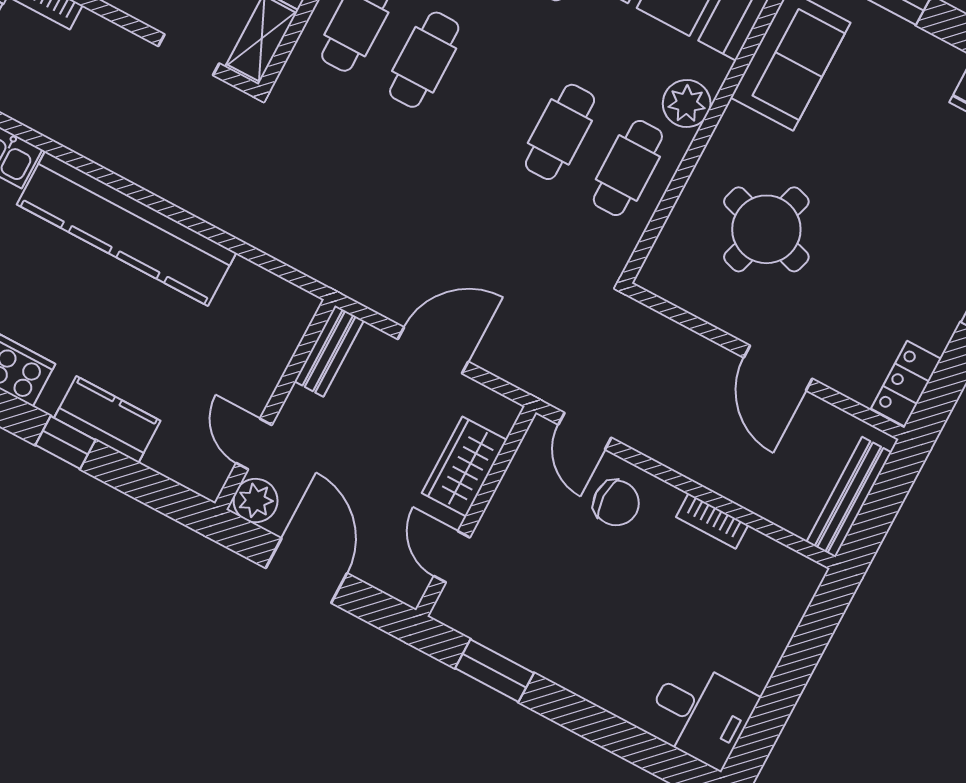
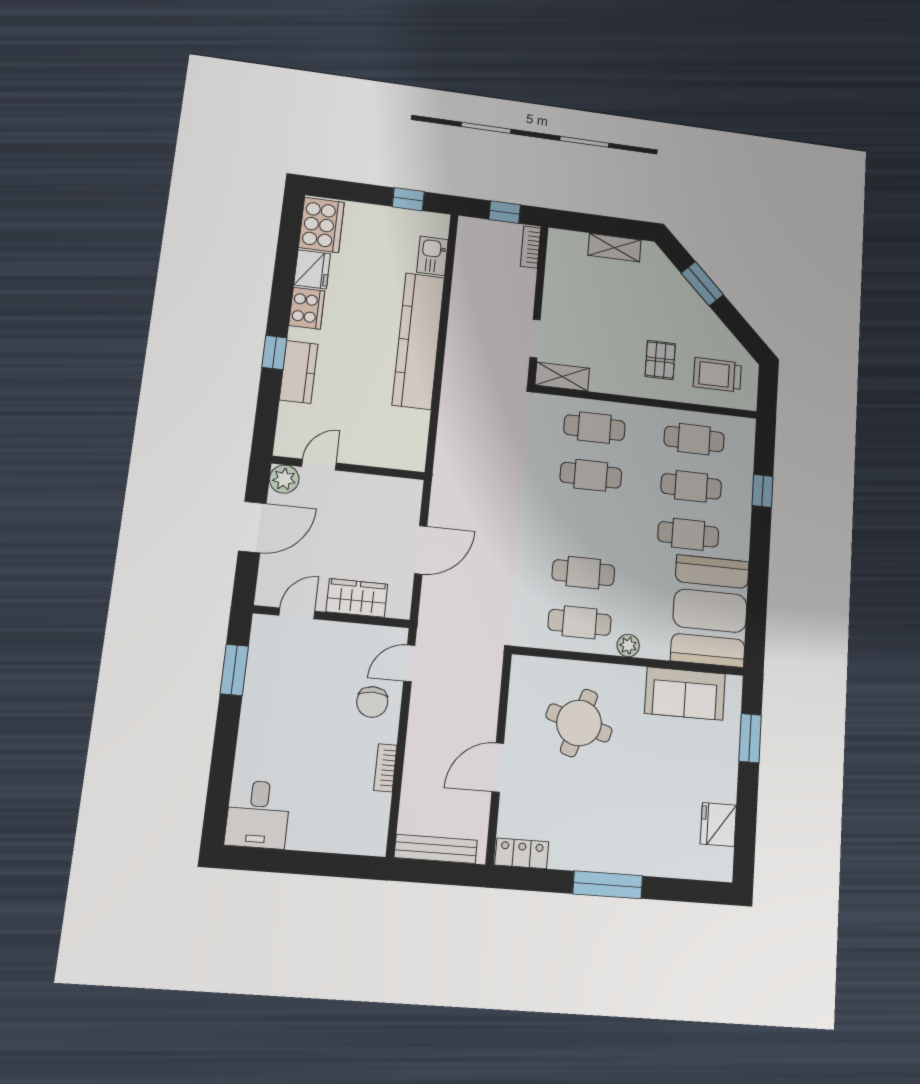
plant: (687, 104) -> (628, 645), width x0.73, depth x0.73
door: (433, 350) -> (421, 550), hinge flipped
bench: (329, 351) -> (395, 488), removed

